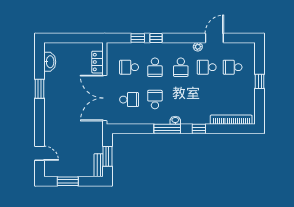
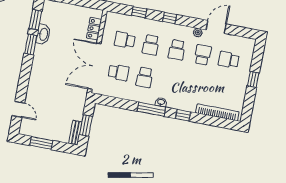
window: (156, 38) -> (170, 18), moved
washbasin: (50, 62) -> (43, 34), moved
window: (40, 64) -> (35, 20), added
school desk: (207, 67) -> (203, 55), turned 90
school desk: (155, 100) -> (145, 77), turned 180

